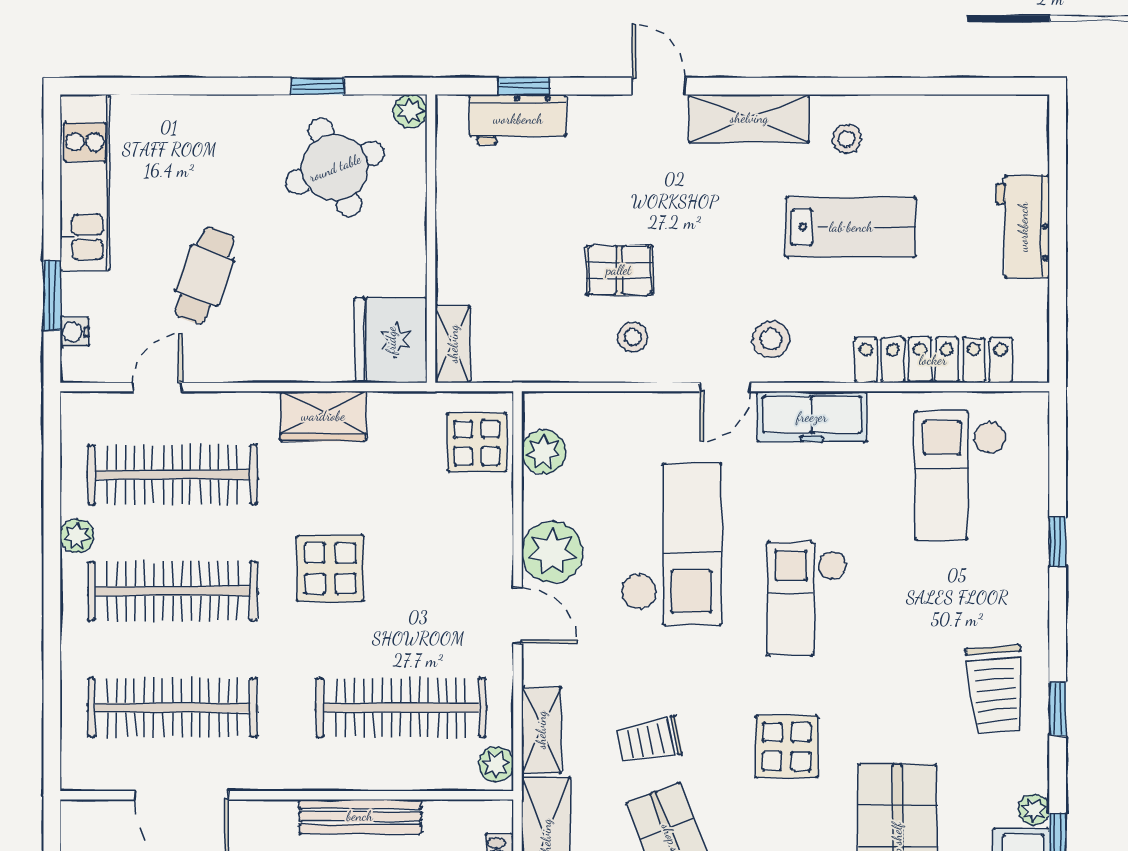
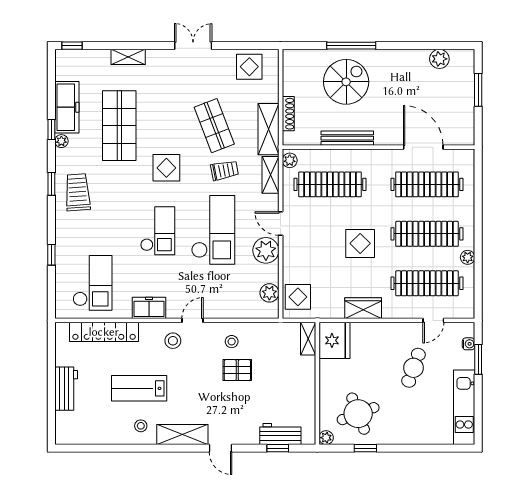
freezer: (812, 417) -> (149, 308), width x0.71
checkout: (671, 544) -> (213, 230), moved, turned 180

